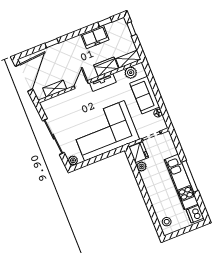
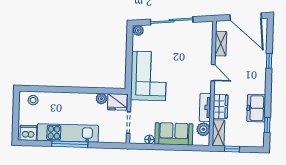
window: (131, 29) -> (232, 149), moved
tv unit: (103, 82) -> (205, 107), moved
corner sofa: (104, 131) -> (149, 76), width x0.73, depth x0.74

